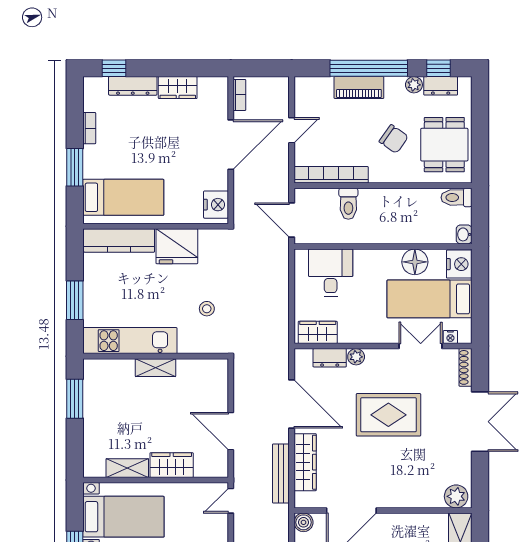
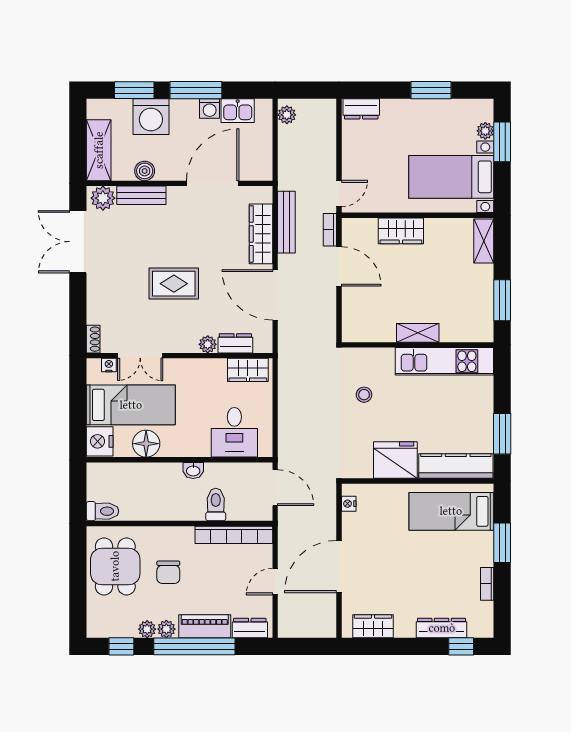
plant: (396, 85) -> (166, 629), added
dresser: (441, 86) -> (250, 628), moved
wardrobe: (178, 88) -> (373, 626), moved
bookcase: (239, 95) -> (330, 230), moved
chair: (394, 139) -> (168, 572), turned -125
nightstand: (216, 205) -> (349, 504), width x0.53, depth x0.56
washbasin: (464, 234) -> (193, 470), moved, turned 90
window: (75, 300) -> (502, 434), moved
shoe rack: (465, 367) -> (93, 339), width x0.70
rug: (388, 415) -> (174, 284), width x0.73, depth x0.70
double door: (480, 422) -> (78, 242), moved
shelving: (127, 468) -> (484, 241), moved, turned 90
bench: (419, 499) -> (141, 195), added
boiler: (303, 522) -> (145, 171), moved

